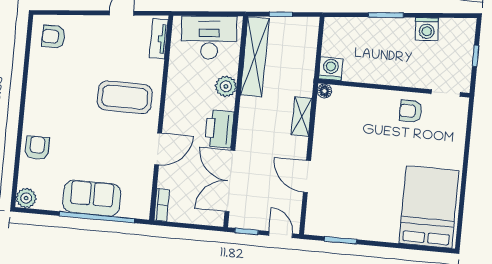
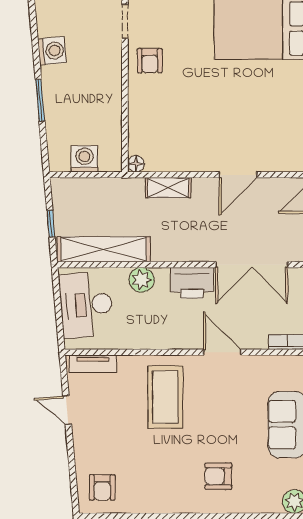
washing machine: (331, 69) -> (84, 159), moved, turned 90
armchair: (37, 148) -> (218, 476), moved

